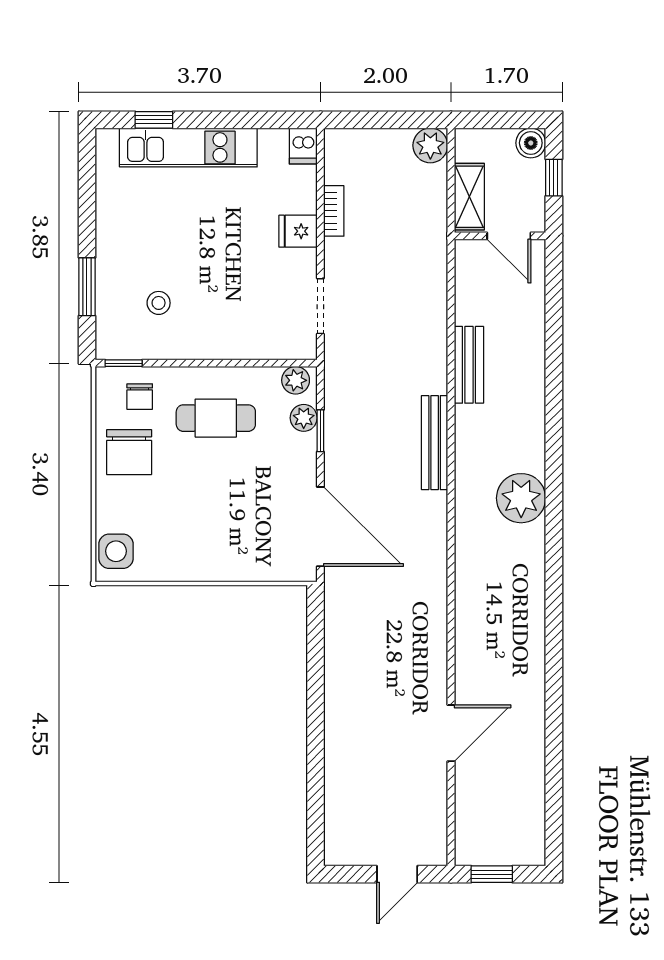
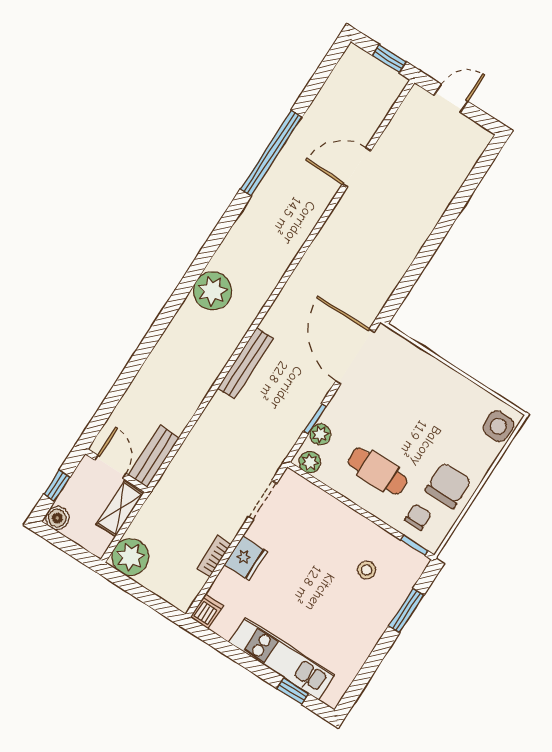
plant: (430, 145) -> (130, 557), width x1.36, depth x1.36
fridge: (298, 231) -> (246, 558), width x1.38
bench: (469, 365) -> (154, 456), moved
window: (554, 689) -> (271, 153), added

